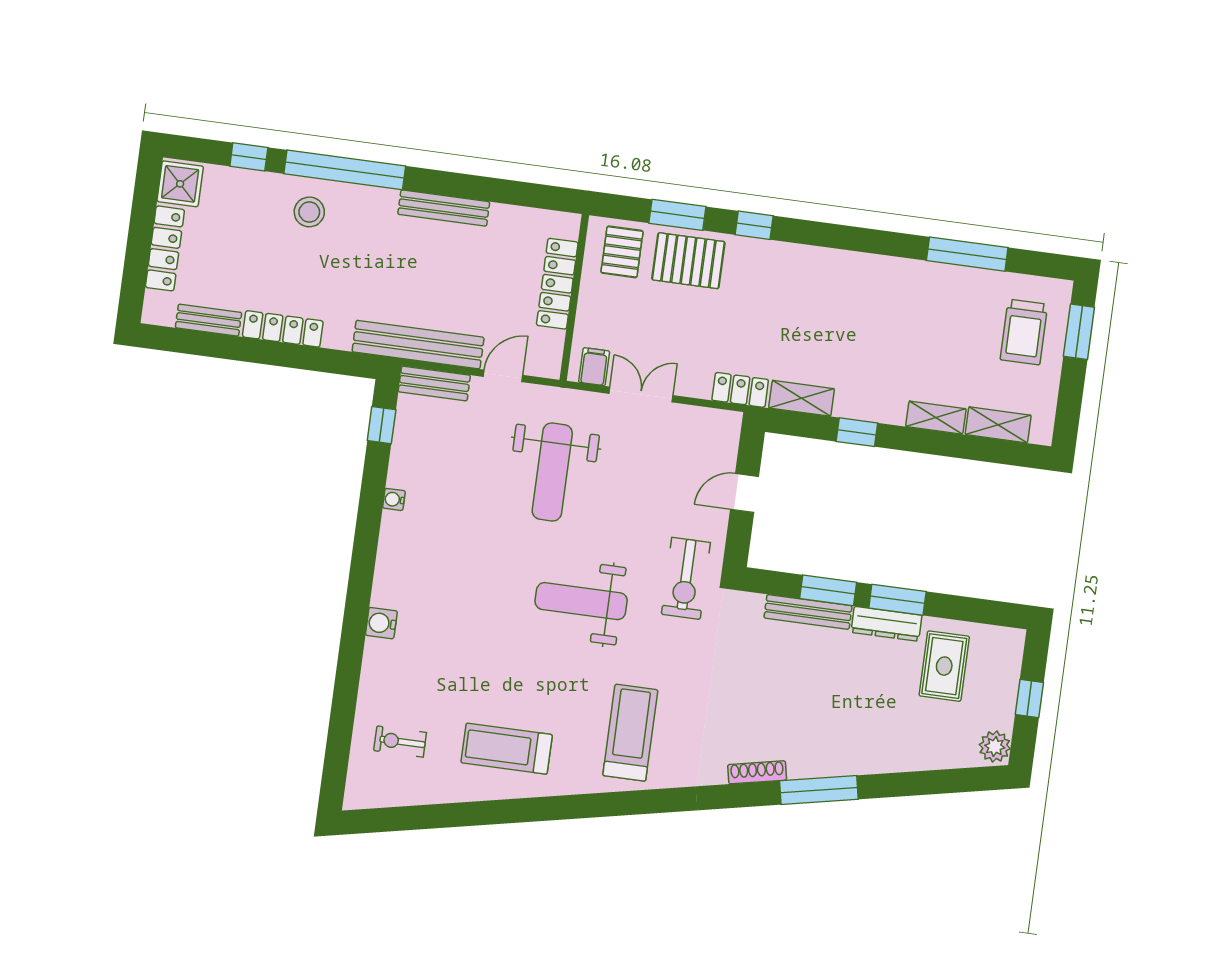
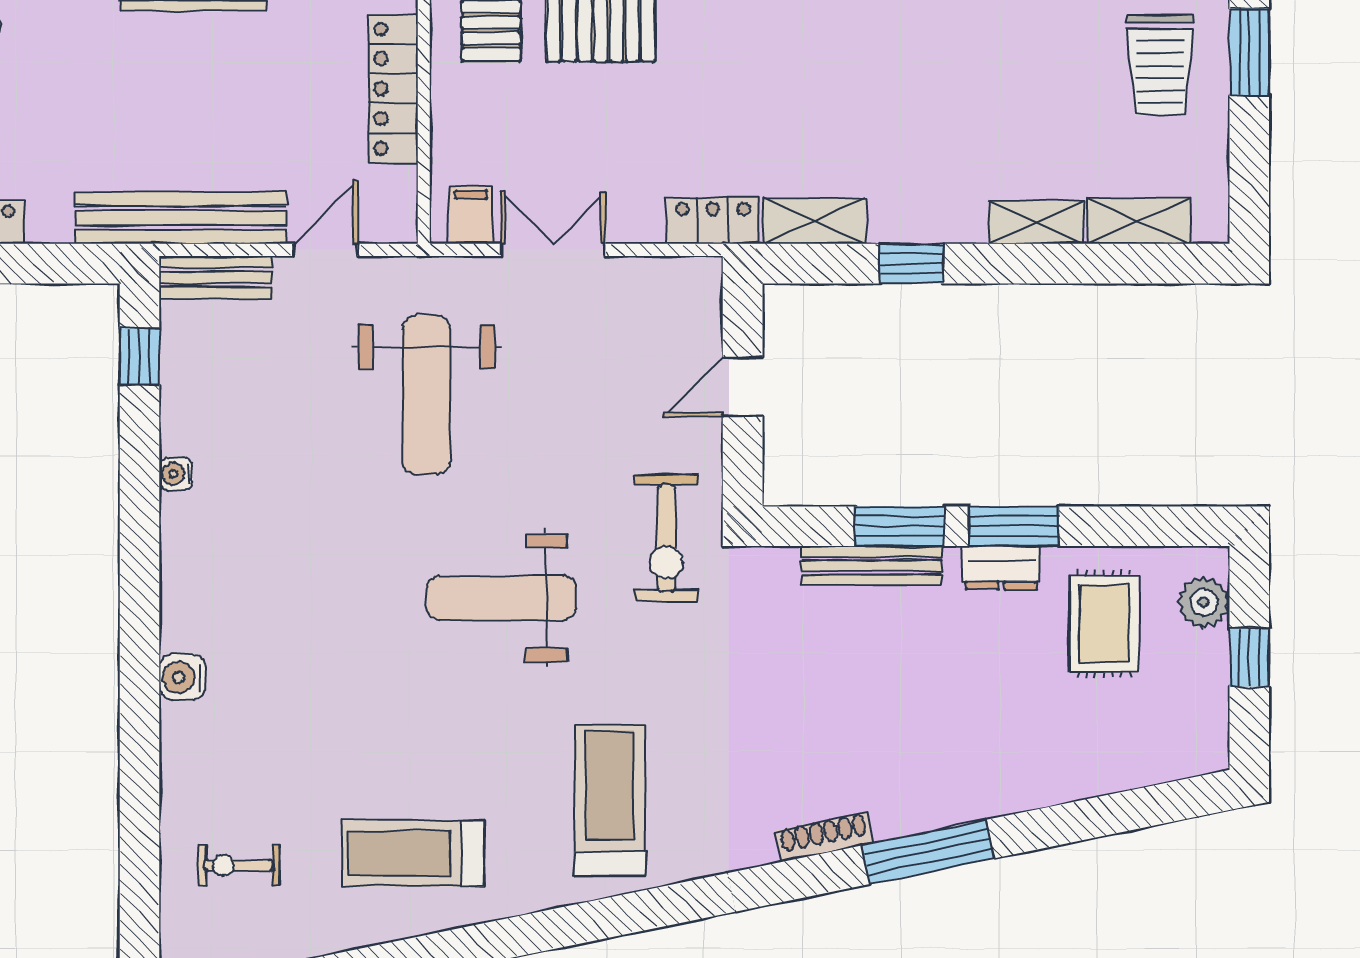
dresser: (886, 624) -> (1001, 568), width x0.70
plant: (995, 747) -> (1204, 602), moved

